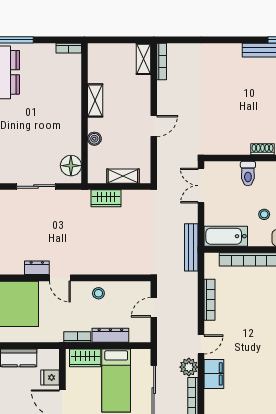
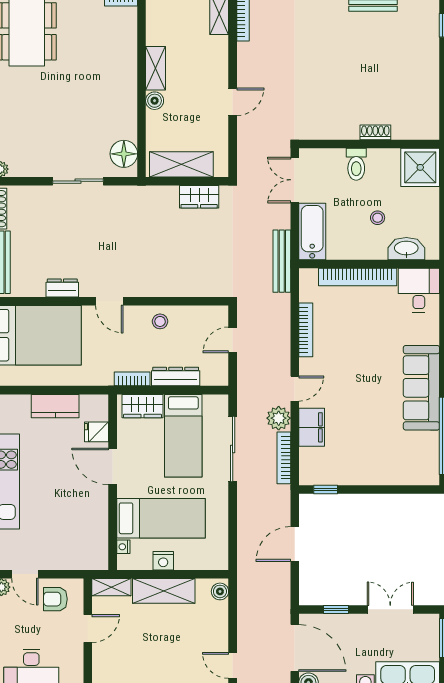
boiler: (94, 139) -> (155, 101), moved
shelving: (123, 176) -> (181, 164), width x1.50, depth x1.33
wardrobe: (106, 198) -> (199, 197), moved
bathtub: (226, 236) -> (312, 231), moved, turned 90
dresser: (37, 268) -> (62, 288), moved

